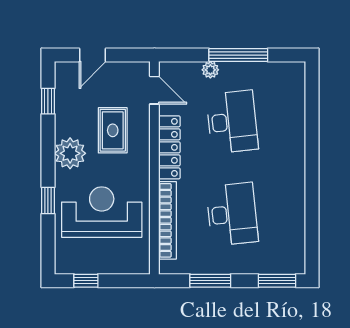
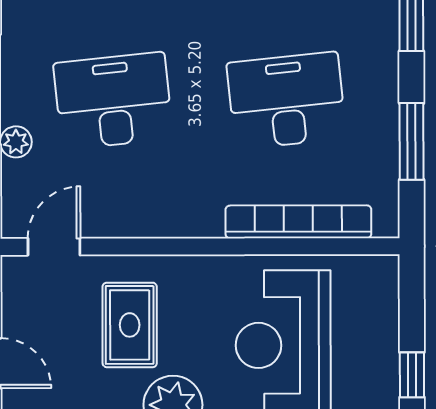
rug: (113, 130) -> (130, 325), turned 90
locker: (169, 147) -> (161, 218), removed

